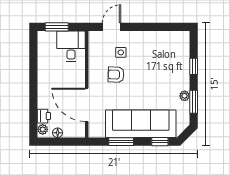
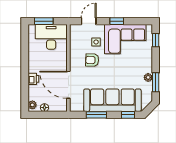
window: (146, 27) -> (117, 21), added
desk: (71, 46) -> (51, 37), width x1.37
corner sofa: (156, 49) -> (125, 39), added
window: (194, 66) -> (156, 40), moved
printer: (44, 116) -> (33, 79), moved

